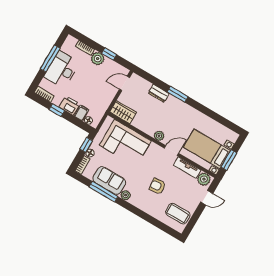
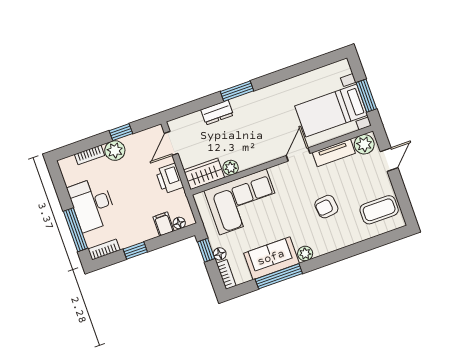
window: (50, 58) -> (76, 230), moved
printer: (69, 106) -> (169, 178), moved, turned -90
plant: (159, 136) -> (231, 168), moved

